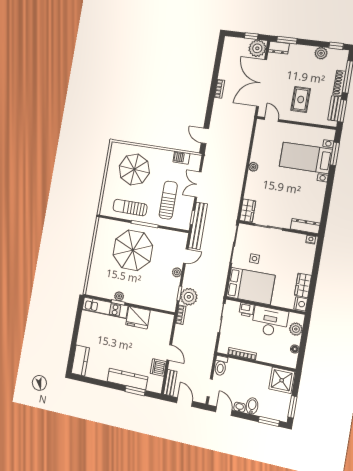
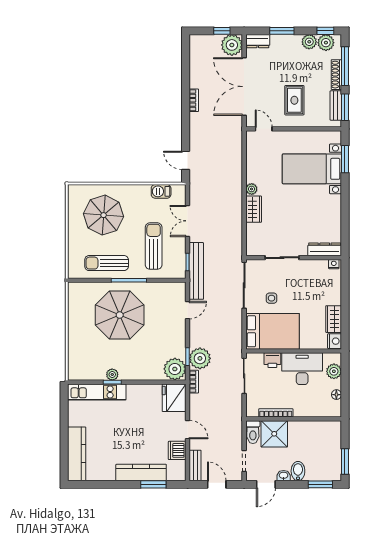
window: (287, 40) -> (282, 31), moved
plant: (335, 56) -> (326, 43), added
wardrobe: (248, 211) -> (254, 209), moved
plant: (177, 272) -> (175, 369), moved, width x1.88, depth x1.88
fridge: (138, 317) -> (174, 398), moved, turned 90
kitchen counter: (80, 360) -> (77, 454), width x1.50
shower: (282, 380) -> (274, 434), moved
door: (224, 411) -> (266, 484), swing flipped

